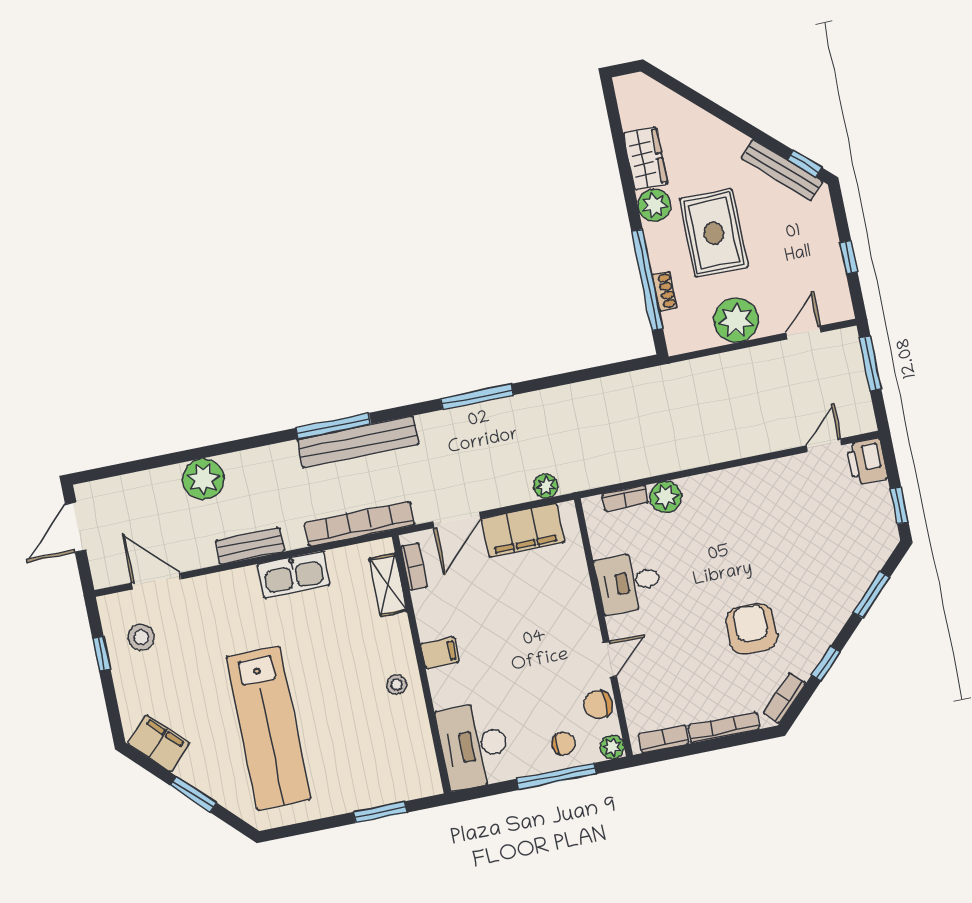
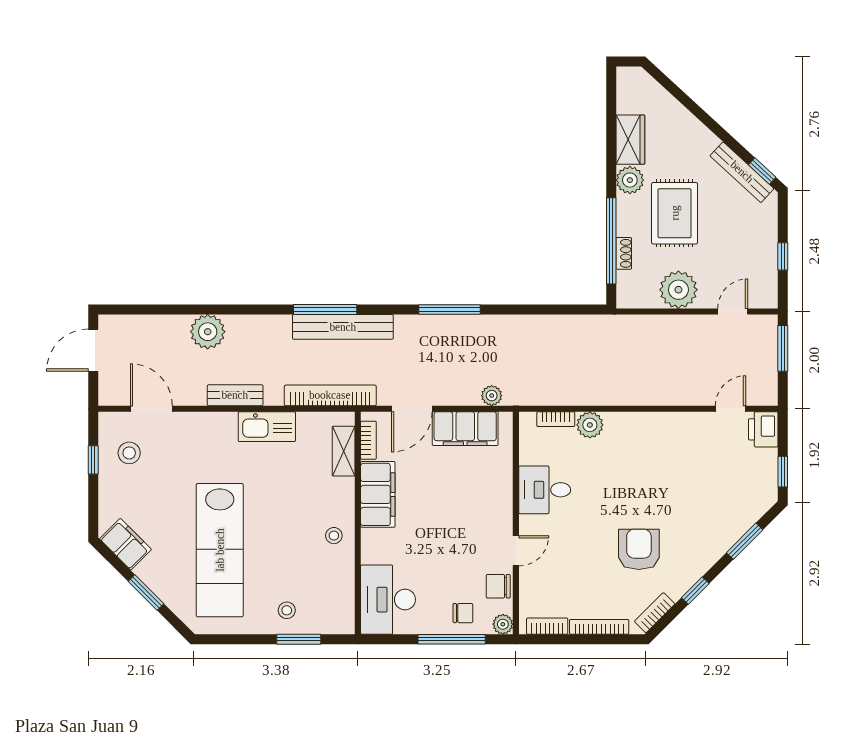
filing cabinet: (440, 653) -> (378, 494), width x3.00, depth x1.17
stool: (360, 782) -> (287, 610), added

